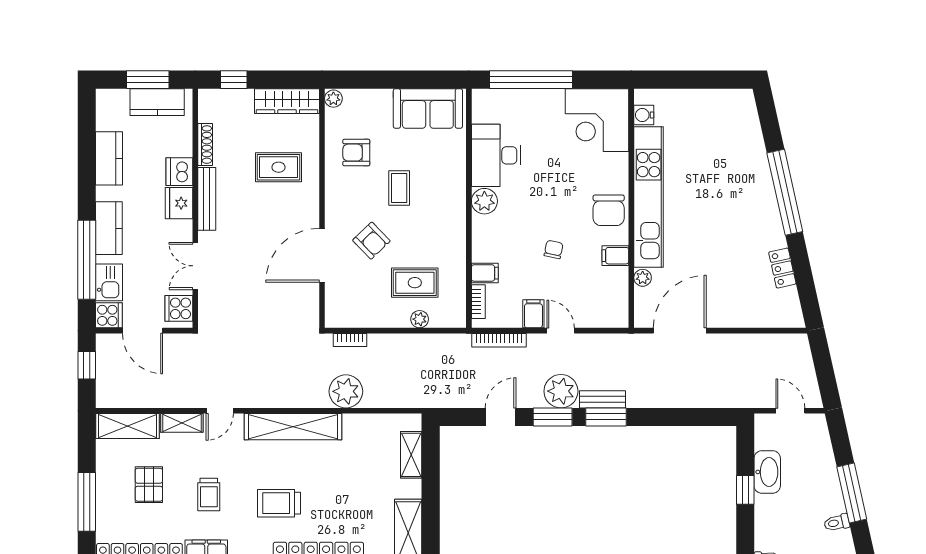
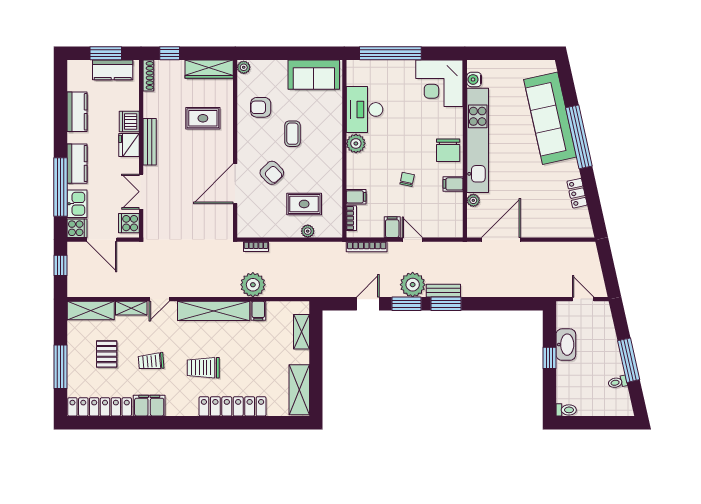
shoe rack: (205, 145) -> (148, 75), moved
sofa: (746, 167) -> (550, 118), added
filing cabinet: (353, 426) -> (258, 311), added
trolley: (209, 495) -> (151, 361), turned 85

